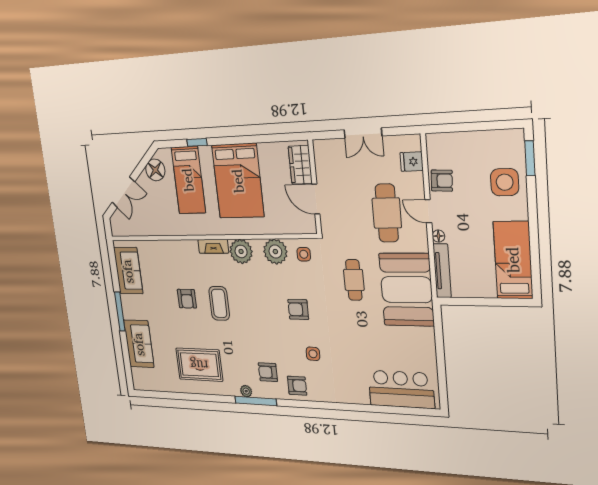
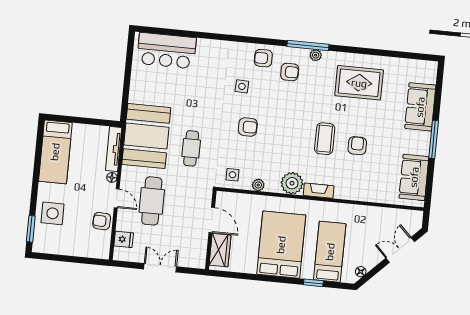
floor lamp: (155, 170) -> (361, 272), width x0.53, depth x0.53
plant: (275, 252) -> (258, 185), width x0.53, depth x0.53

